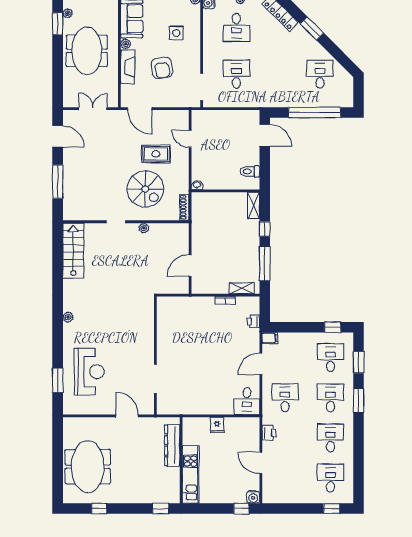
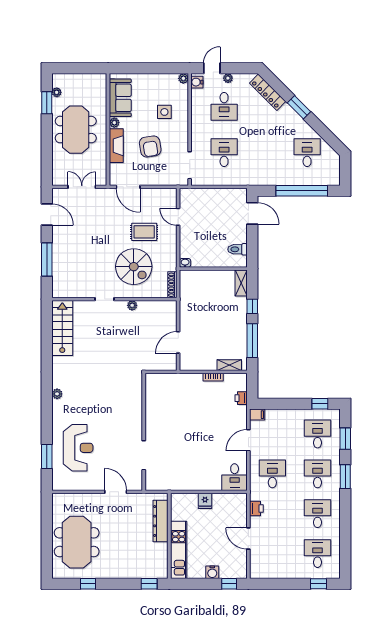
water cooler: (253, 497) -> (212, 572), moved

